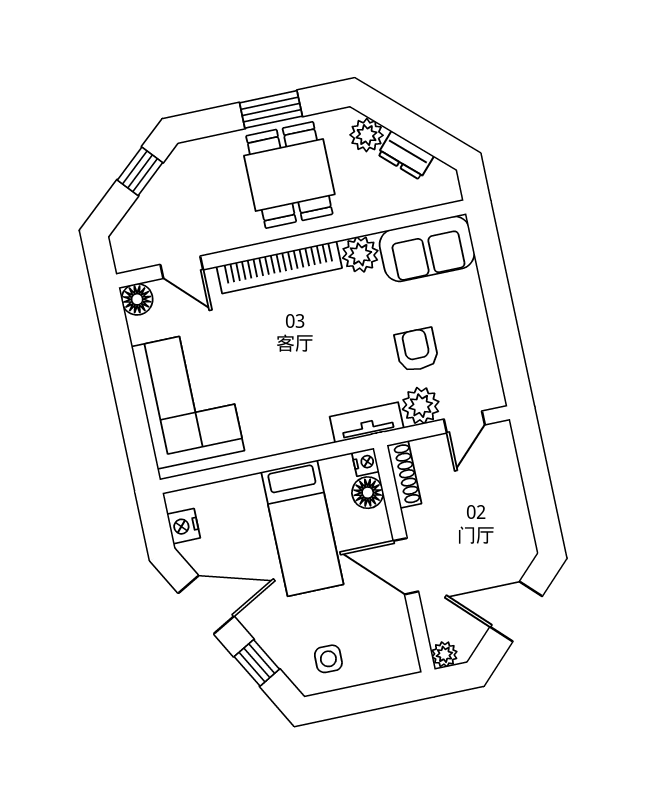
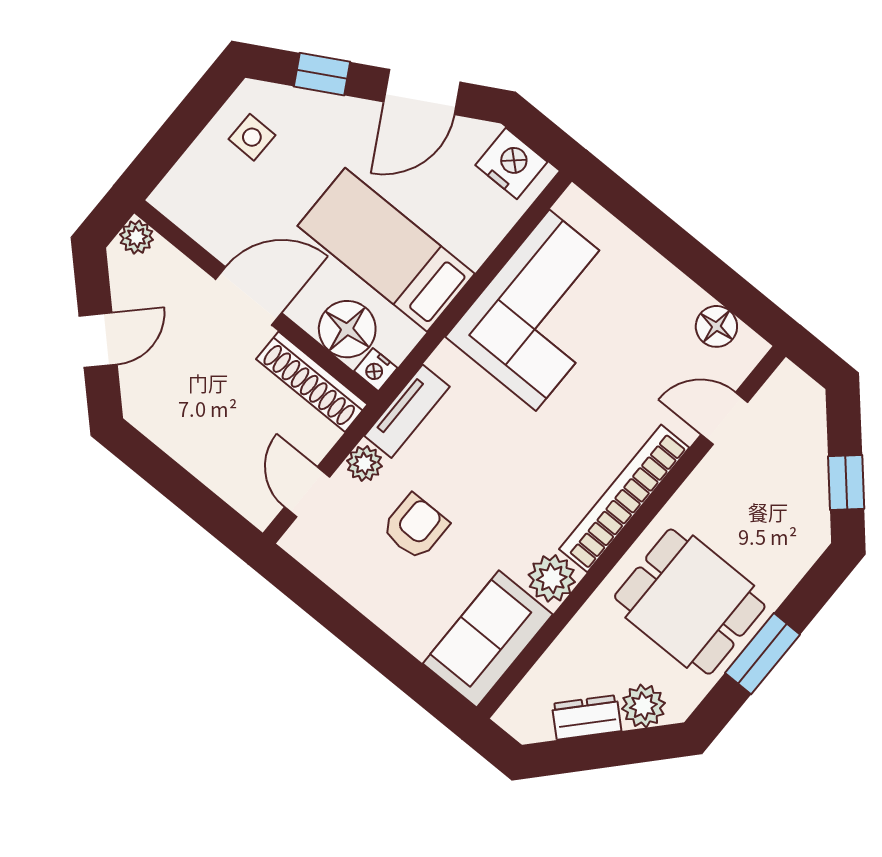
floor lamp: (137, 299) -> (716, 326), moved
armchair: (417, 350) -> (415, 527), turned -90
corner sofa: (188, 399) -> (543, 310), moved, turned -90
plant: (421, 406) -> (364, 463), width x0.73, depth x0.73
shoe rack: (404, 474) -> (312, 382), width x1.36, depth x1.24
floor lamp: (368, 493) -> (347, 329), width x1.38, depth x1.38
nightstand: (184, 526) -> (511, 163), width x1.36, depth x1.33
door: (516, 612) -> (98, 340), width x0.73

